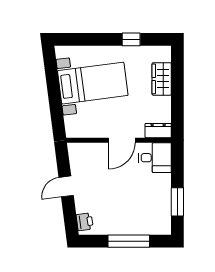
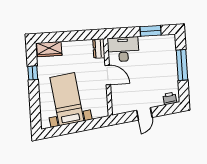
wardrobe: (162, 79) -> (49, 49), moved
desk: (155, 158) -> (123, 49), width x1.37
door: (66, 186) -> (144, 114), hinge flipped

